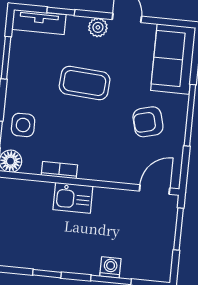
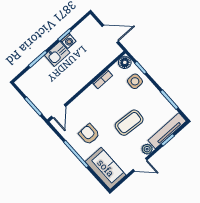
tv unit: (39, 22) -> (167, 131), width x1.41
armchair: (148, 122) -> (89, 134), turned -75
kitchen sink: (73, 198) -> (57, 54), moved, turned 180
washing machine: (110, 267) -> (68, 41), moved

